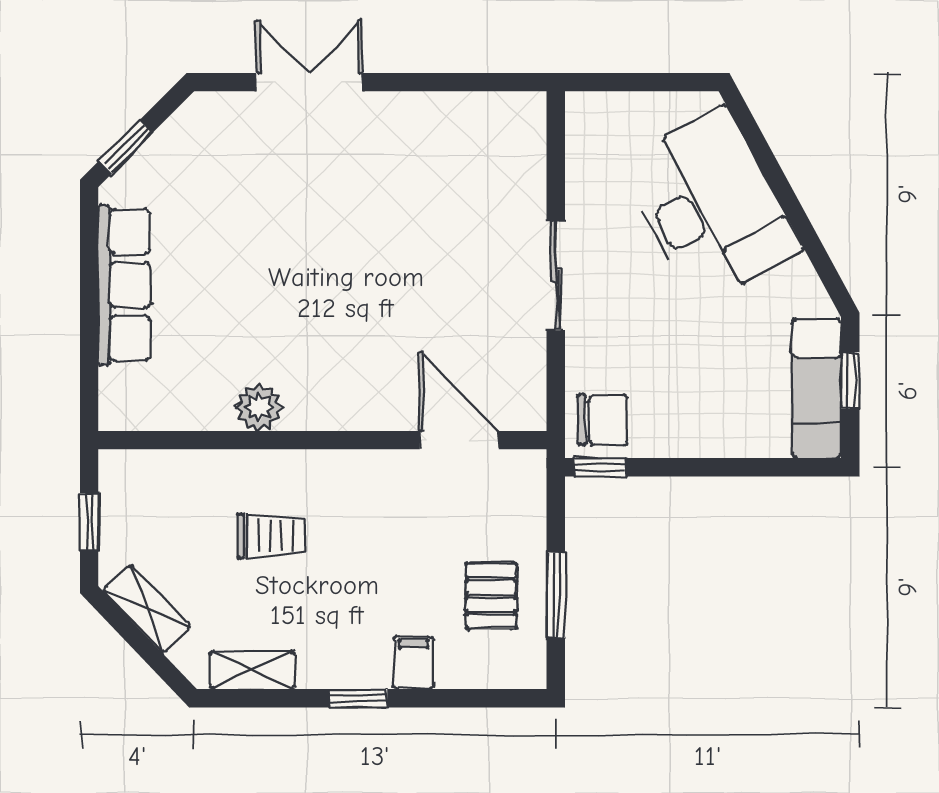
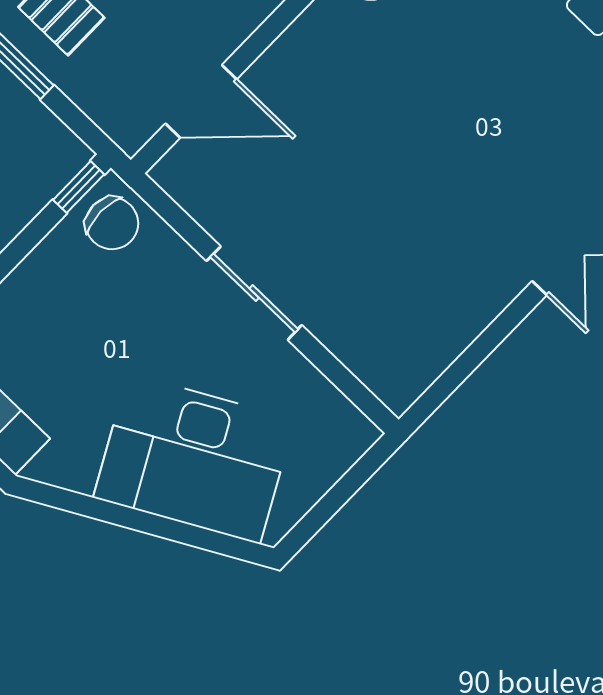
chair: (603, 420) -> (112, 223), turned -90

